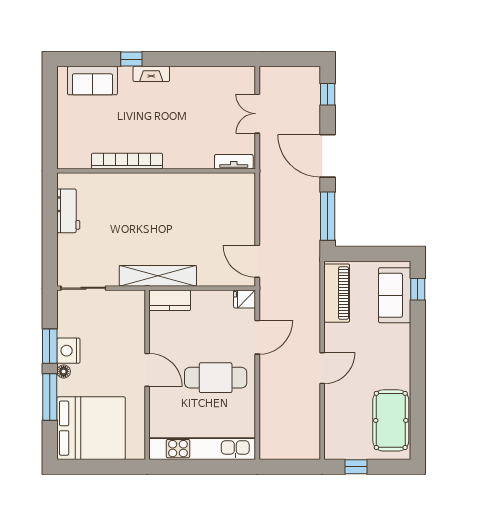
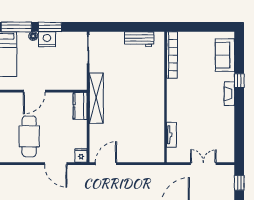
window: (286, 59) -> (239, 183), added
bookcase: (127, 161) -> (172, 55), moved
tv unit: (234, 162) -> (172, 135), moved

